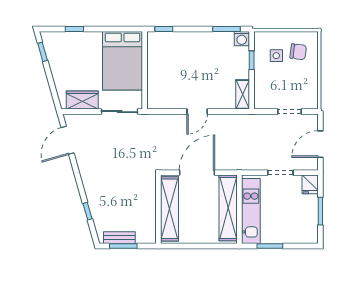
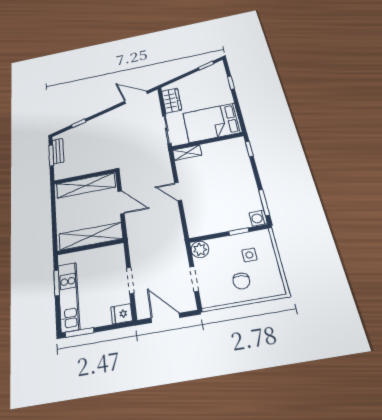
chair: (298, 52) -> (241, 281), moved
shelving: (243, 94) -> (187, 153), moved
plant: (262, 101) -> (200, 249), added
door: (197, 173) -> (121, 202), width x0.73
kitchen unit: (251, 211) -> (69, 297), moved, turned -90
window: (320, 211) -> (80, 333), moved

